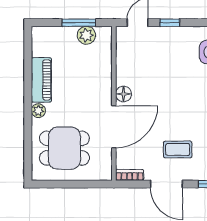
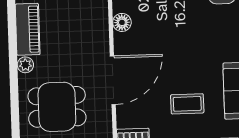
floor lamp: (123, 94) -> (122, 22), moved

